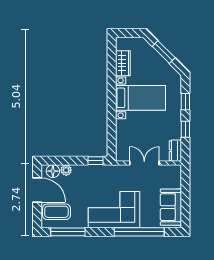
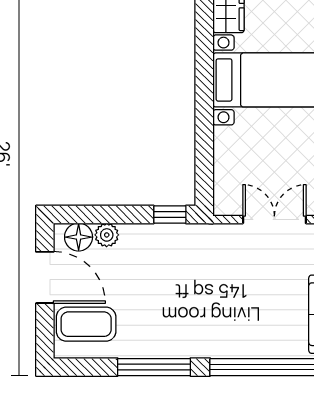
corner sofa: (114, 210) -> (210, 319), removed
window: (68, 232) -> (154, 367), moved

